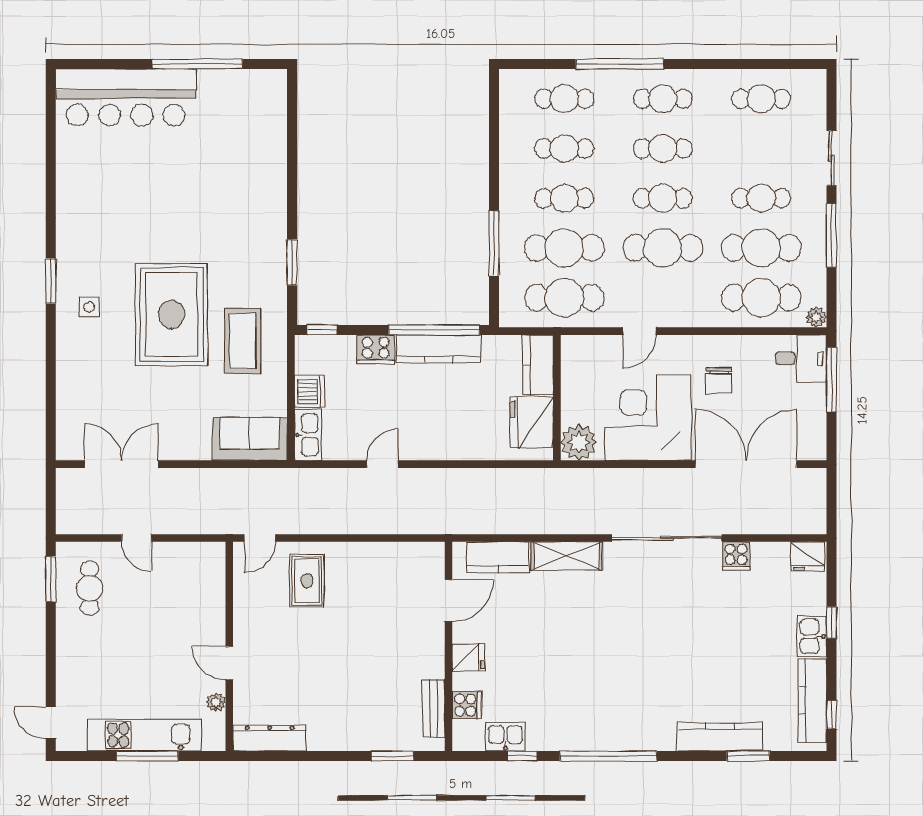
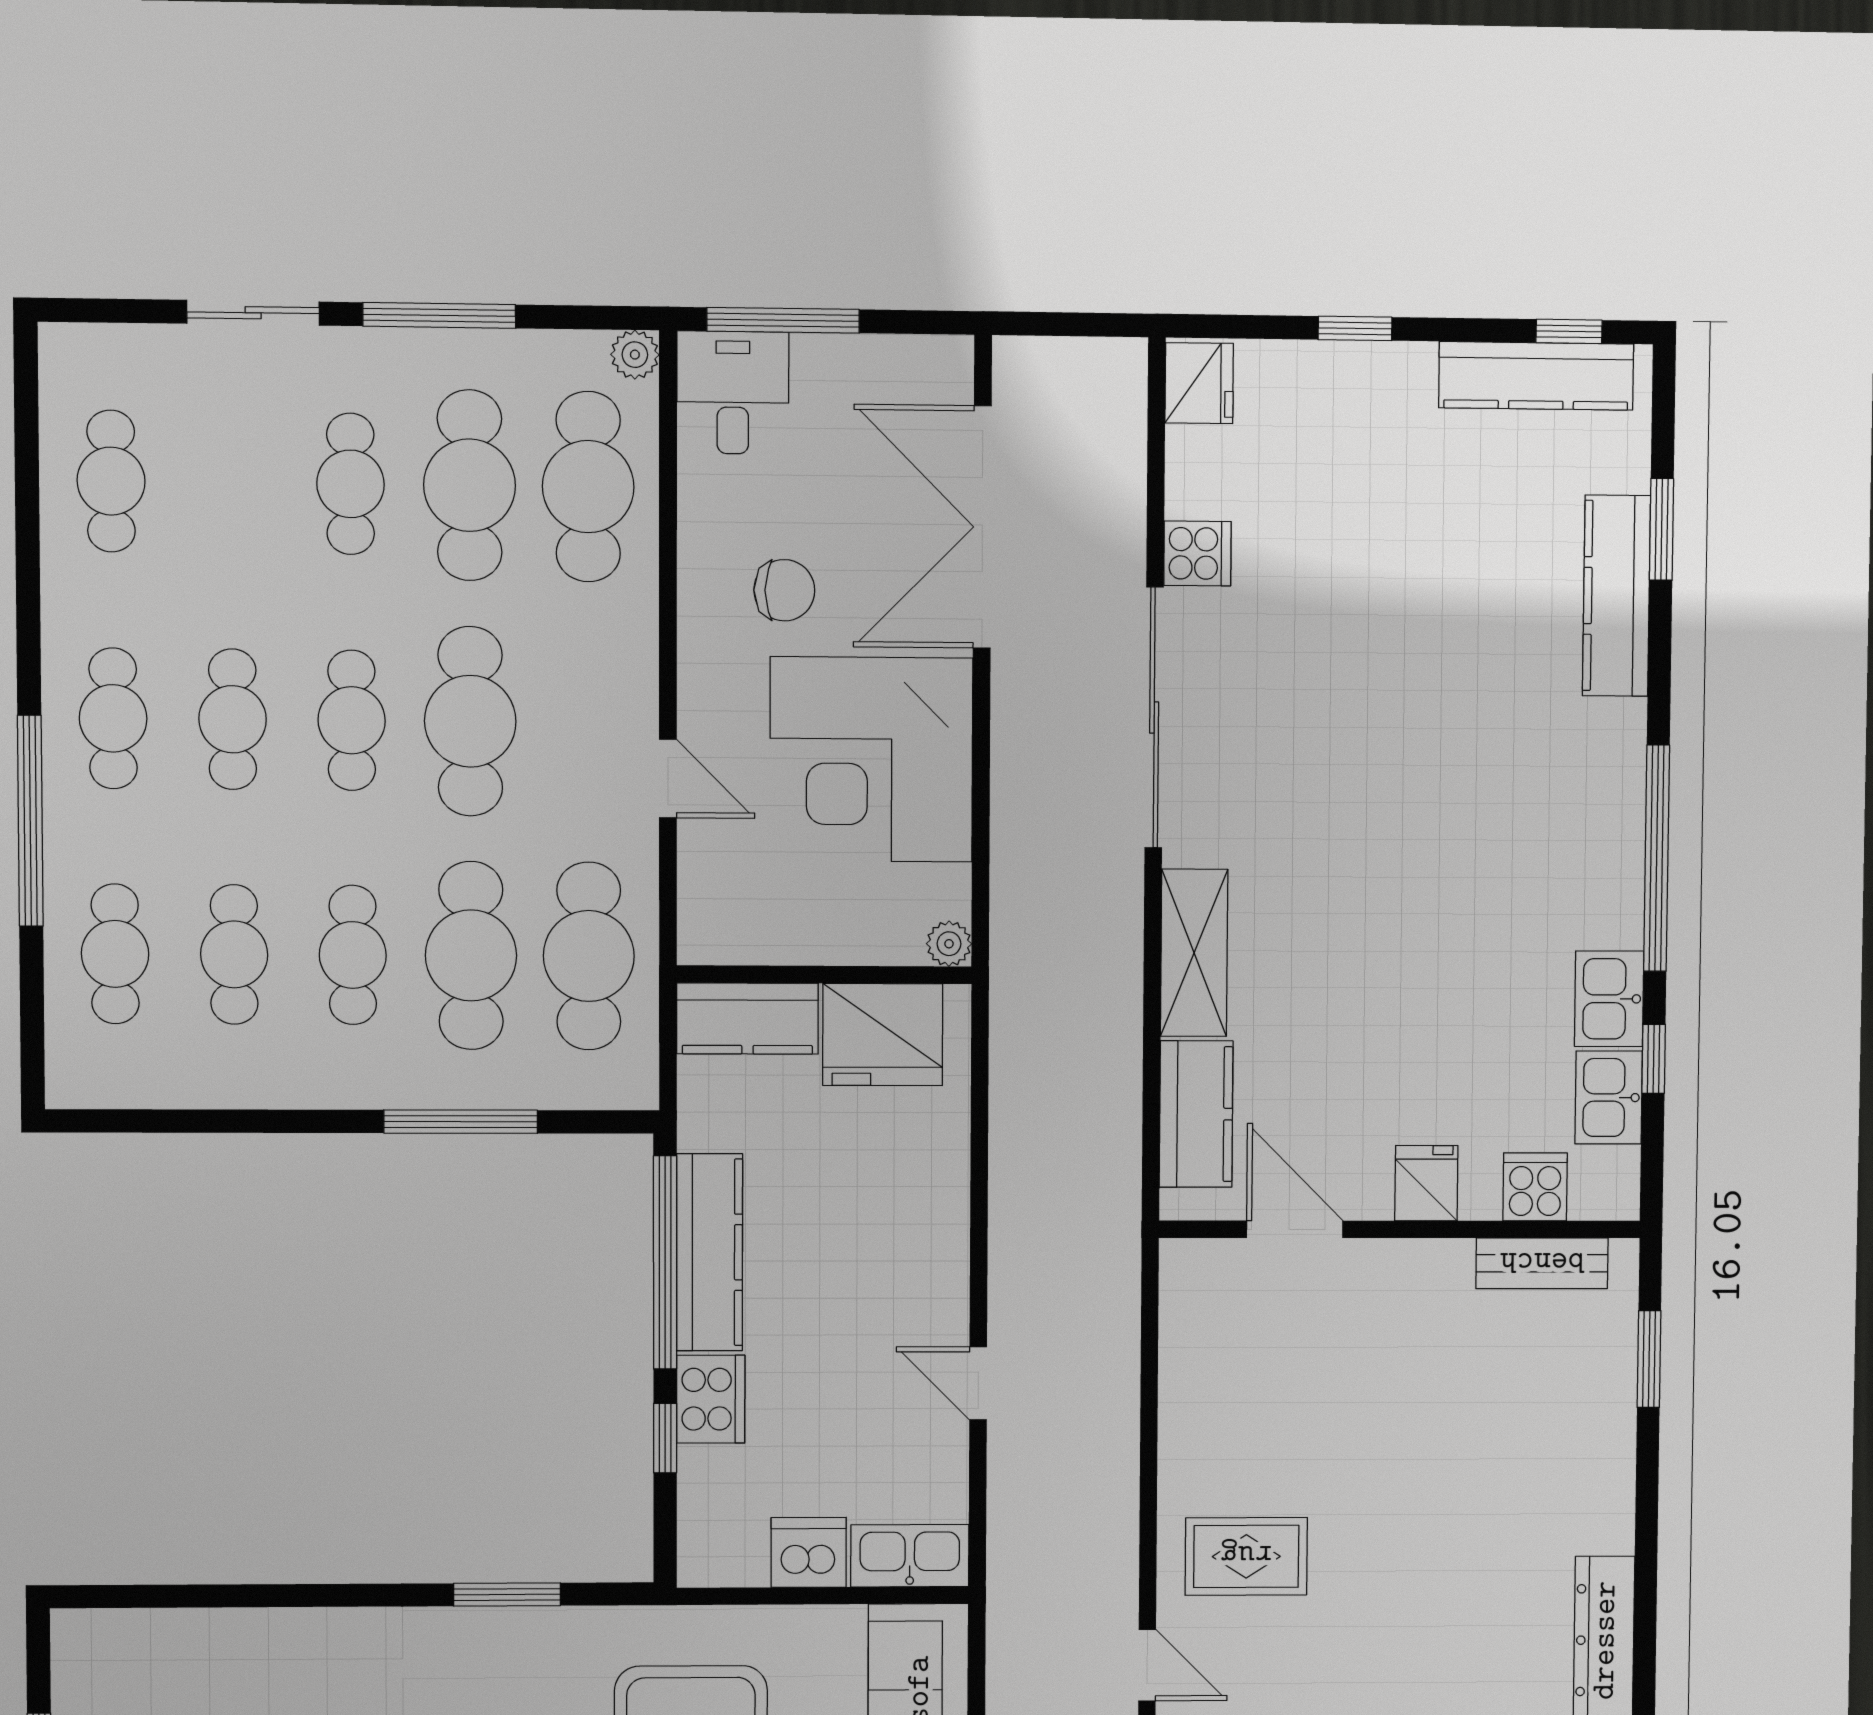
window: (322, 330) -> (665, 1438), moved
plant: (579, 442) -> (949, 944), width x0.53, depth x0.53
kitchen sink: (812, 636) -> (1609, 999), moved, turned 90

